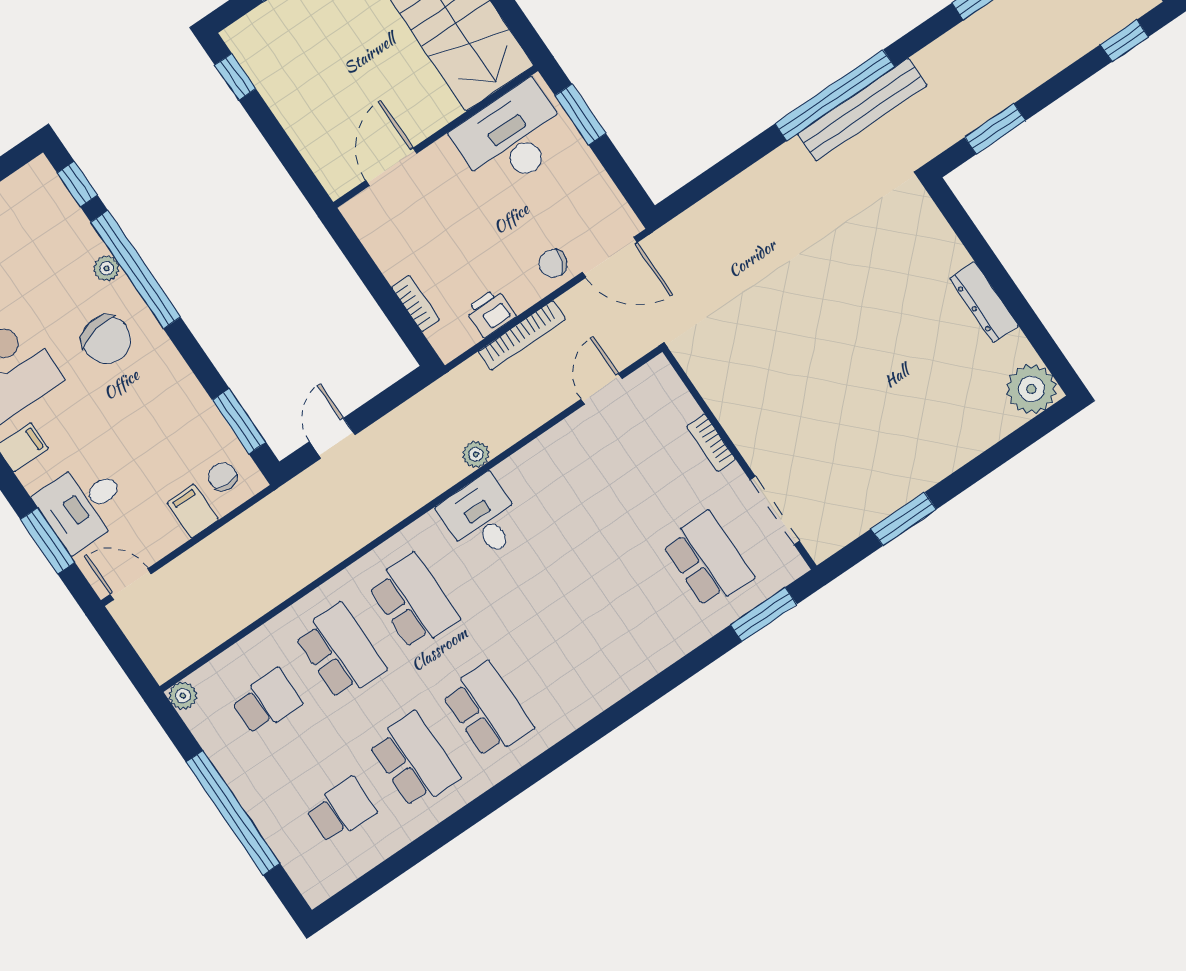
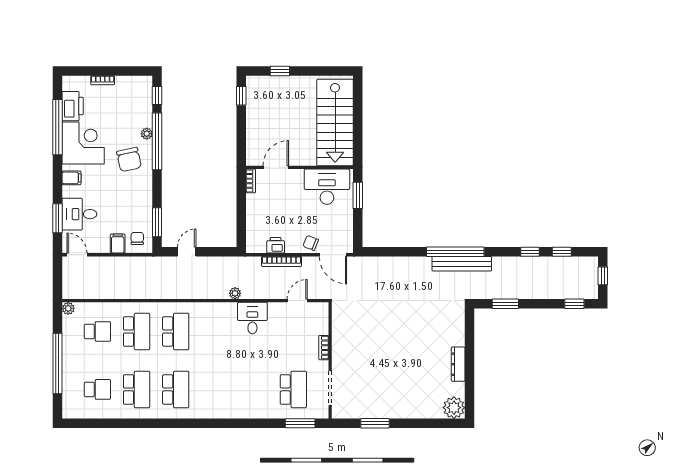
bookcase: (416, 303) -> (251, 181), moved
desk: (482, 518) -> (252, 318), moved

